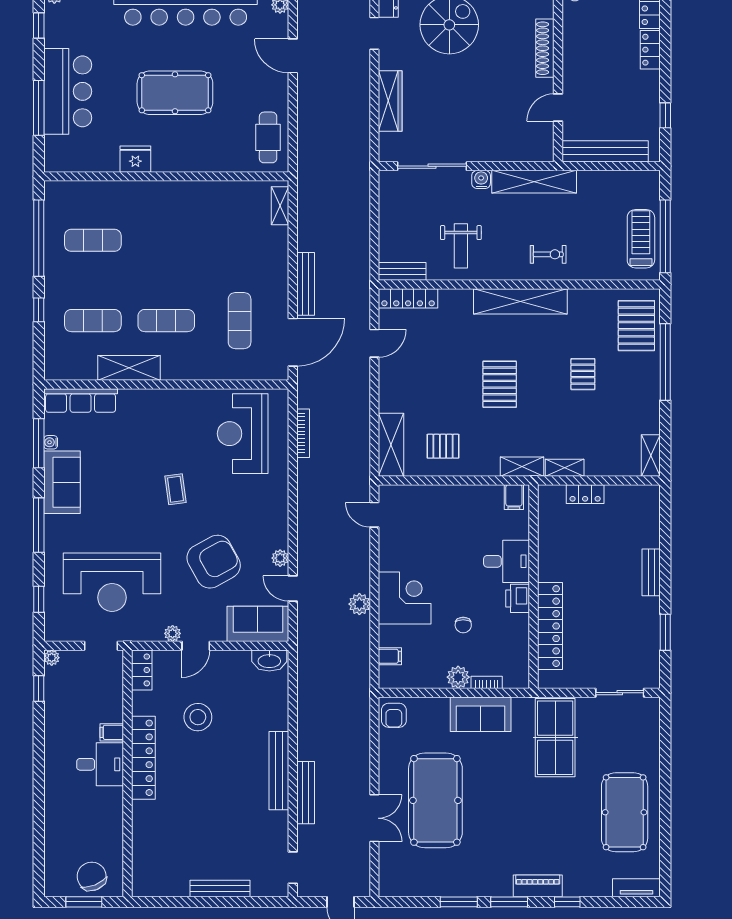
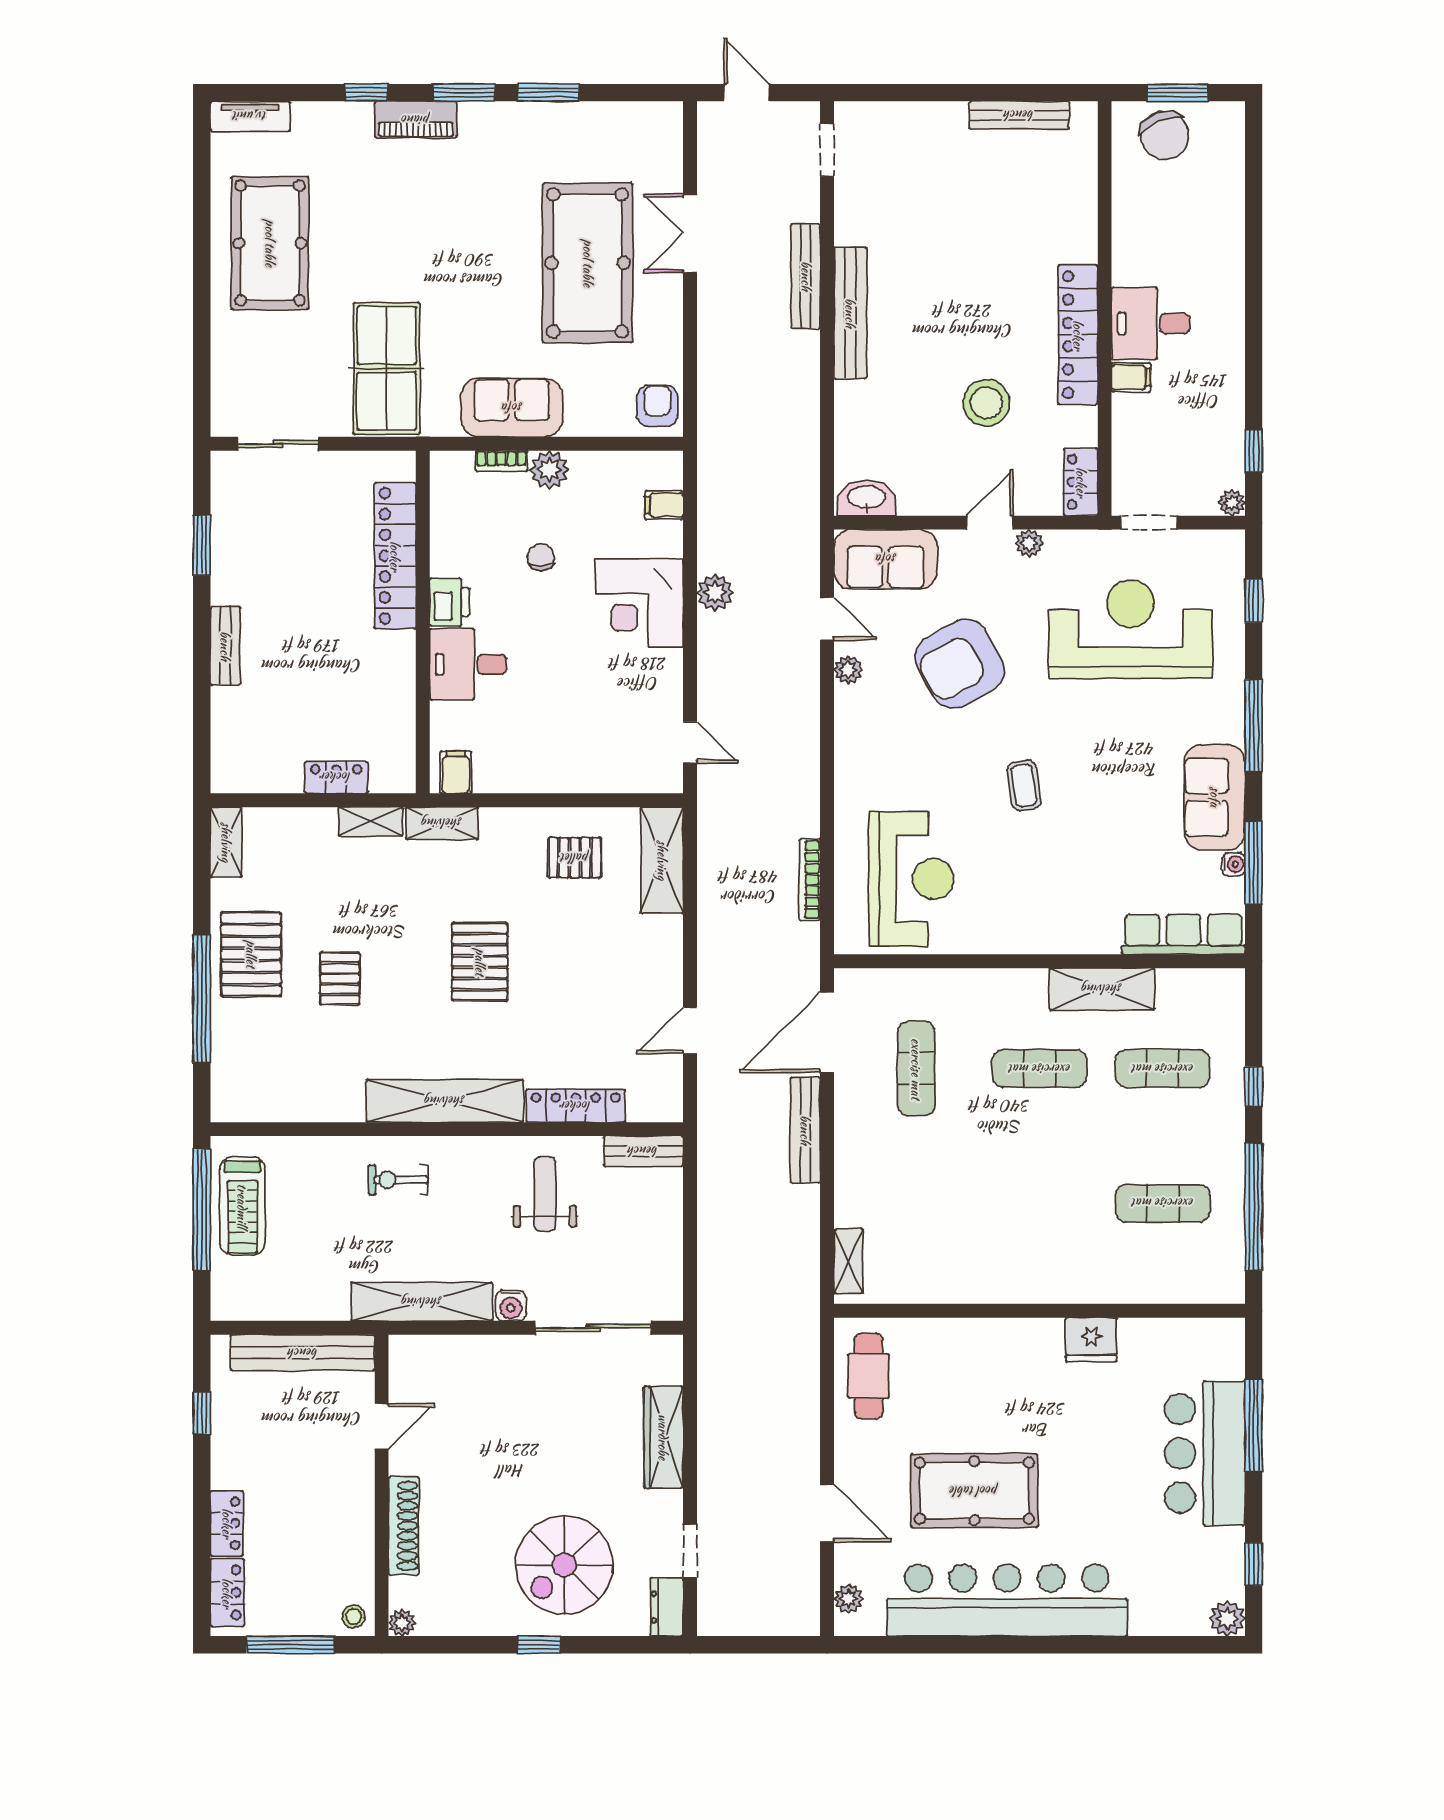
pool table: (175, 93) -> (974, 1491), moved
locker: (408, 298) -> (576, 1106), moved
pallet: (636, 326) -> (251, 954), moved
bench: (220, 888) -> (1019, 115), moved

